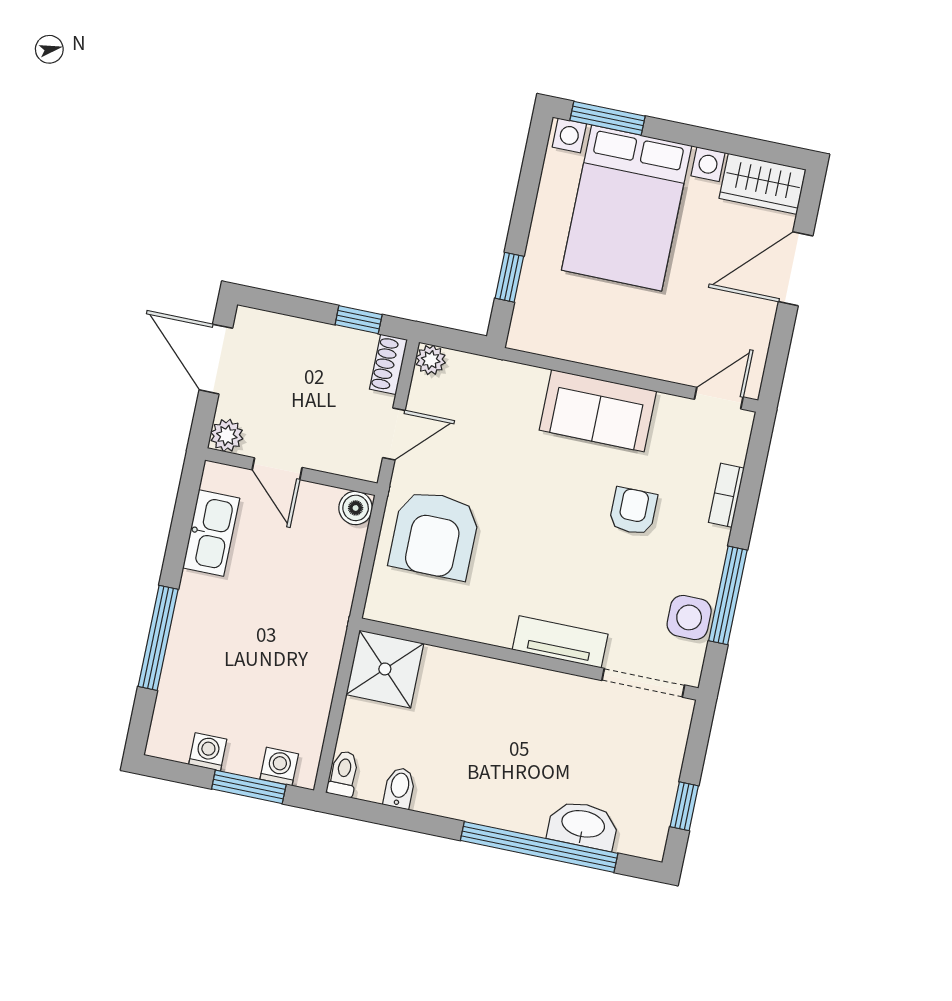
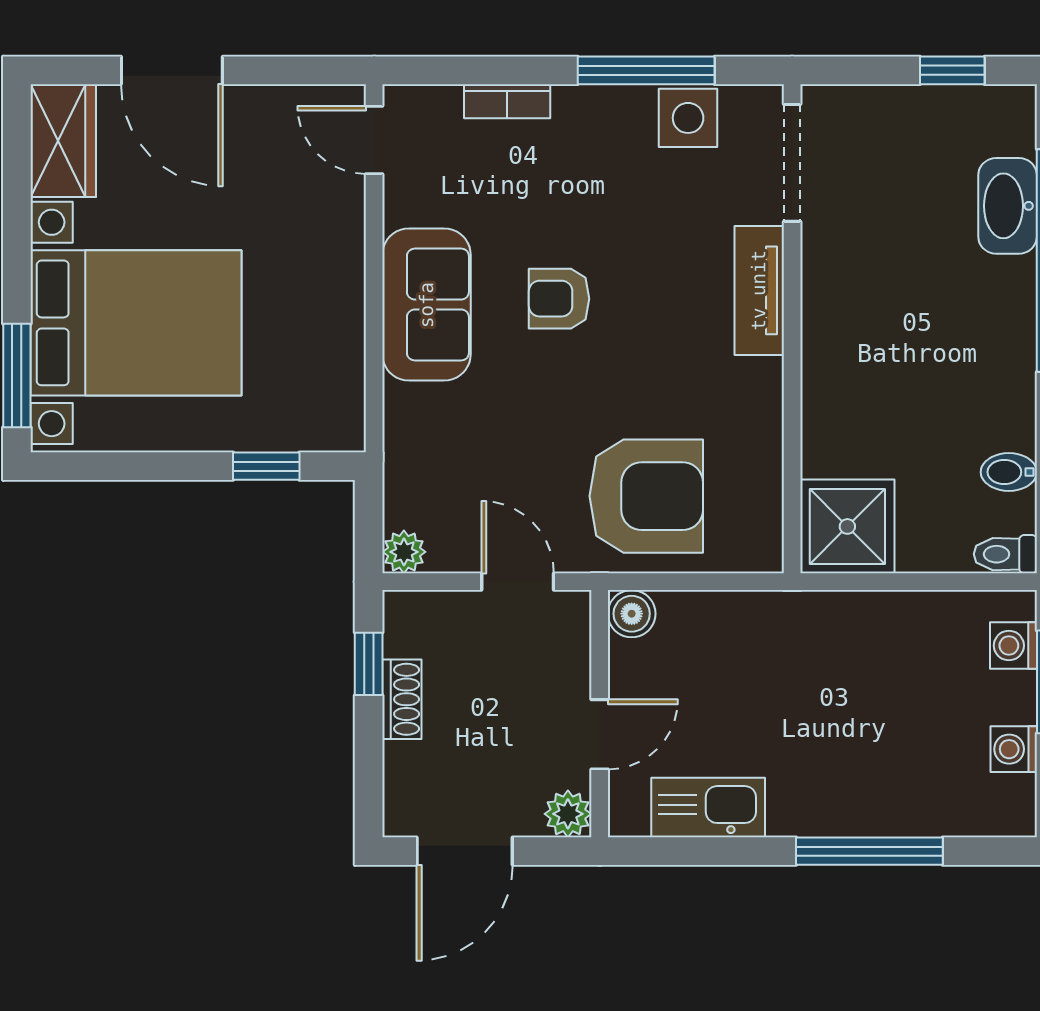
shoe rack: (388, 364) -> (402, 699), moved, turned -90
armchair: (633, 511) -> (559, 299), moved

